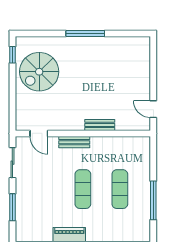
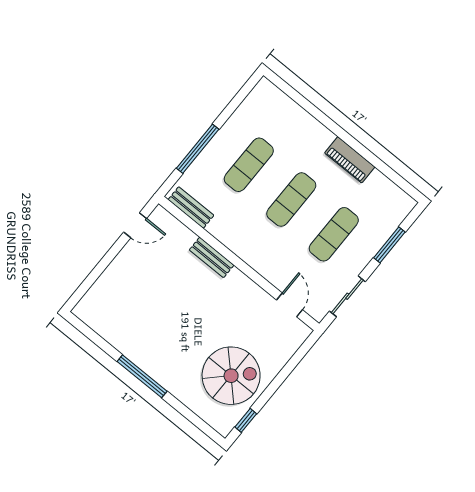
door: (153, 109) -> (135, 225), hinge flipped
bench: (74, 142) -> (191, 208), moved
exercise mat: (46, 189) -> (334, 234), added
window: (153, 200) -> (198, 149), moved

